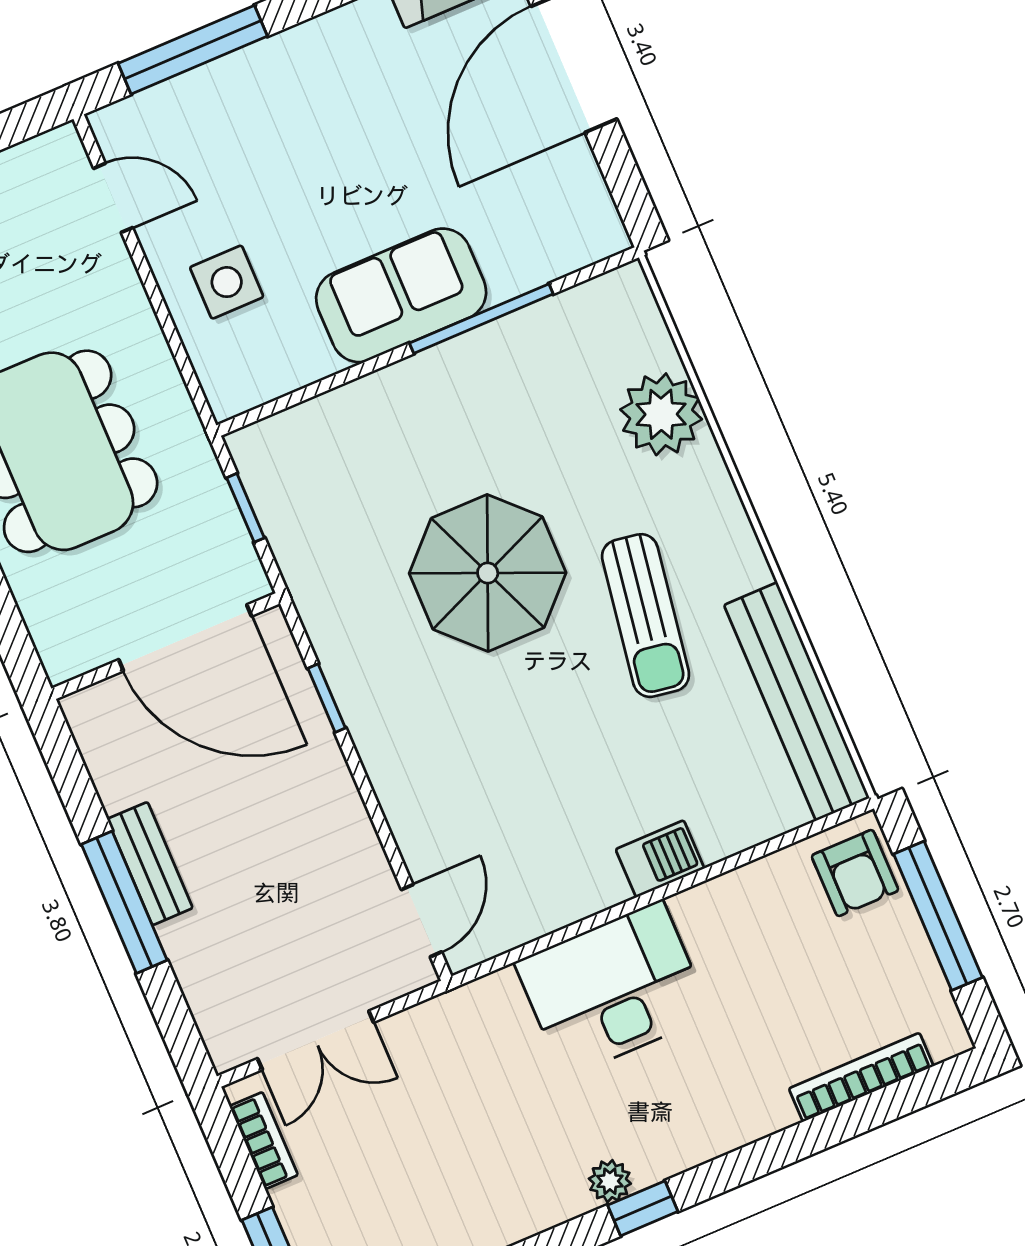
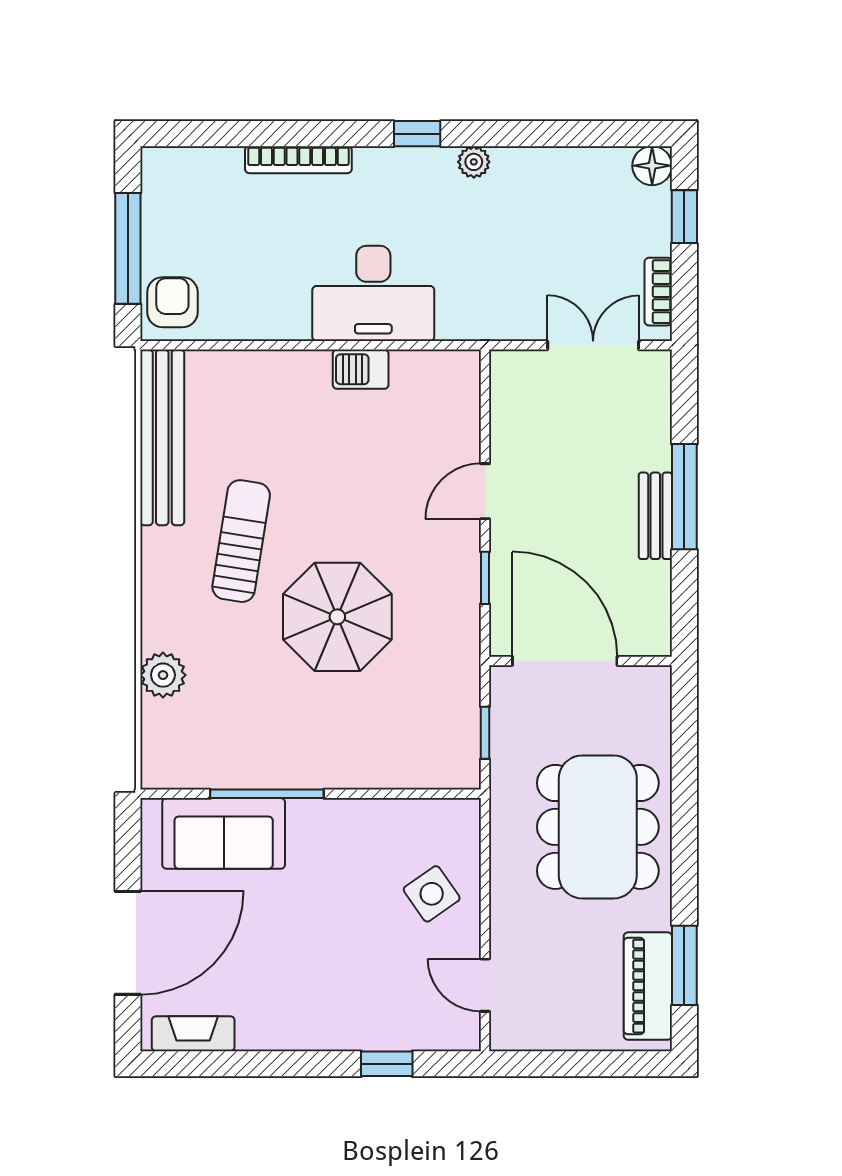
window: (193, 50) -> (387, 1064), width x0.46
side table: (227, 282) -> (432, 894), turned -35
sofa: (401, 295) -> (224, 833), moved
plant: (661, 414) -> (163, 675), width x0.73, depth x0.73
barbecue: (660, 859) -> (361, 369), moved
door: (422, 921) -> (485, 491), moved
bookcase: (861, 1077) -> (298, 160), moved
plant: (610, 1181) -> (474, 162), moved

